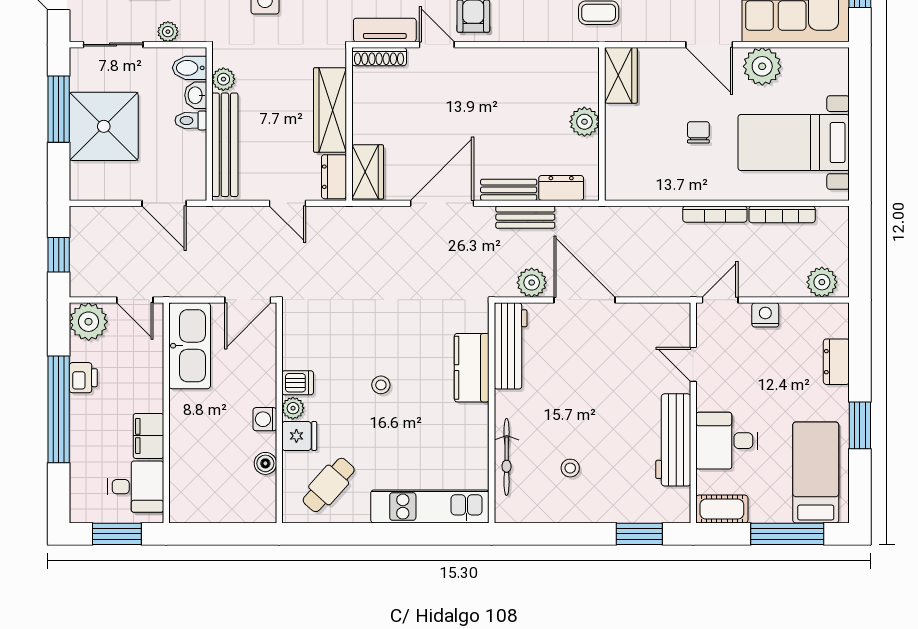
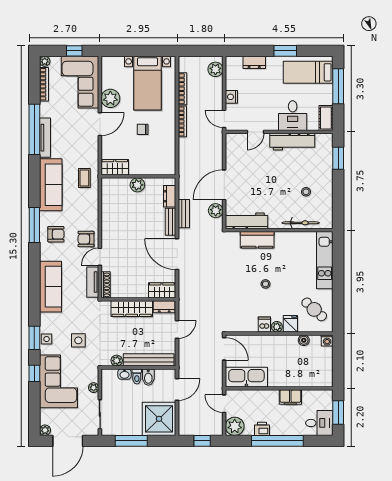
bidet: (190, 68) -> (148, 377), moved
shower: (104, 126) -> (159, 419), moved
door: (135, 300) -> (224, 404), swing flipped
washing machine: (265, 419) -> (327, 340), moved
desk: (136, 487) -> (319, 423), moved, turned 90

